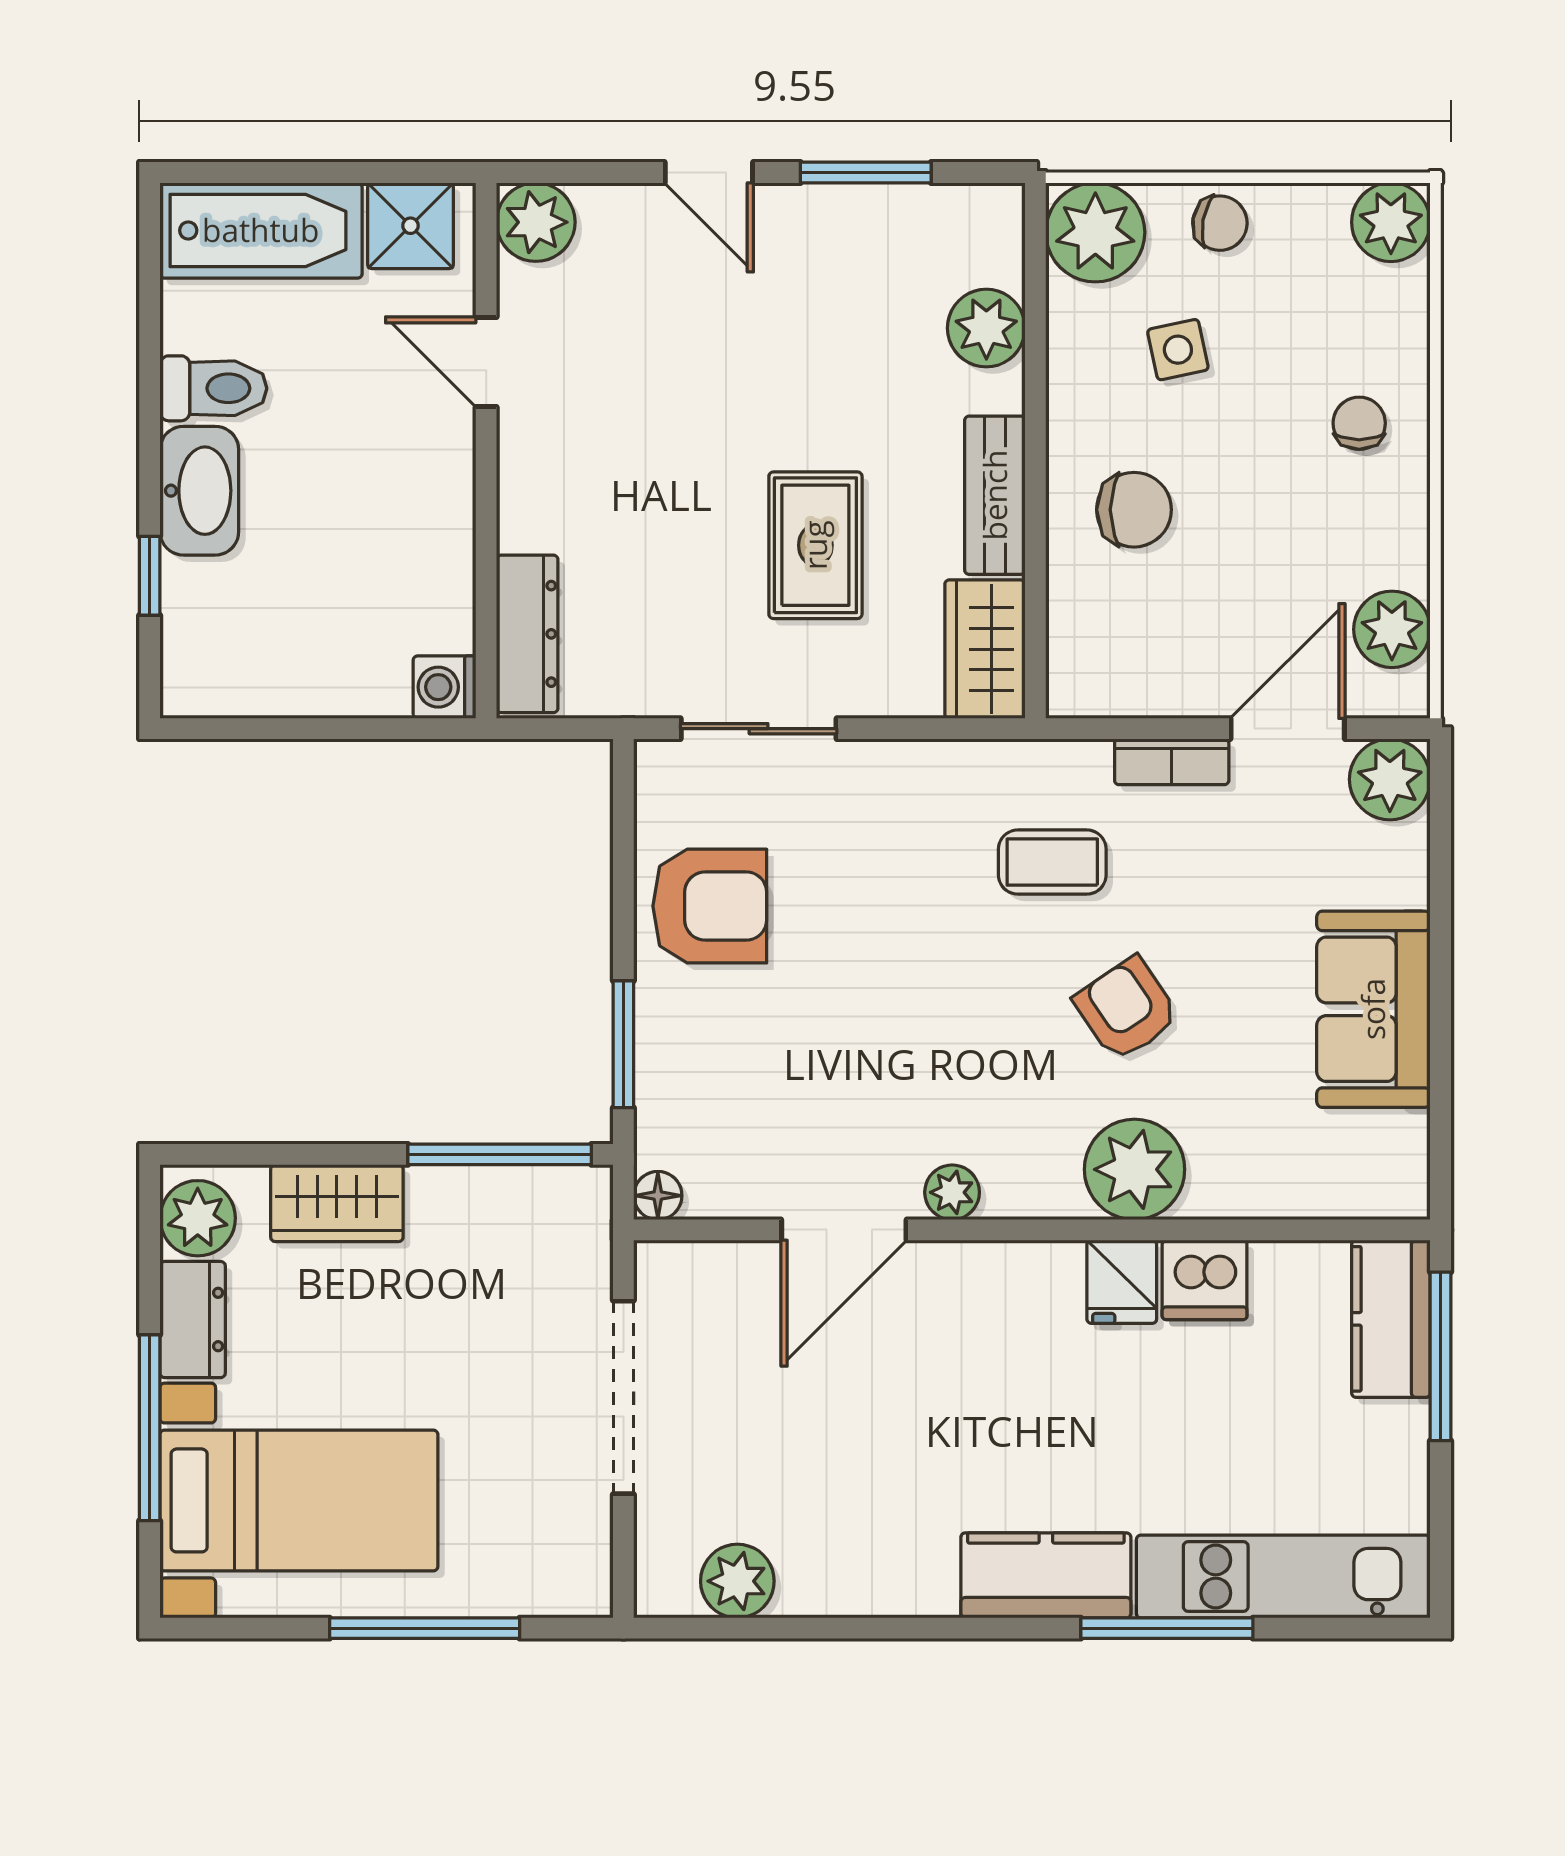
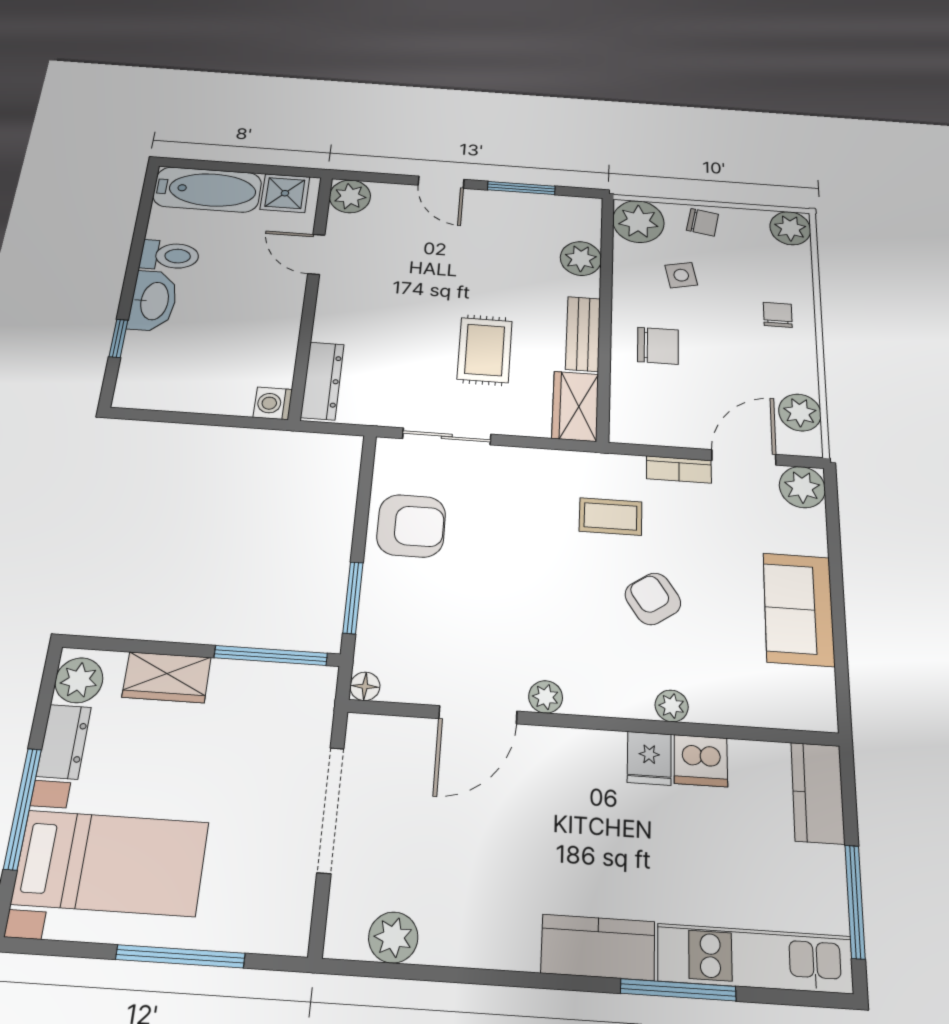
plant: (1135, 1169) -> (672, 706), width x0.53, depth x0.53
window: (1441, 1356) -> (855, 901), moved

